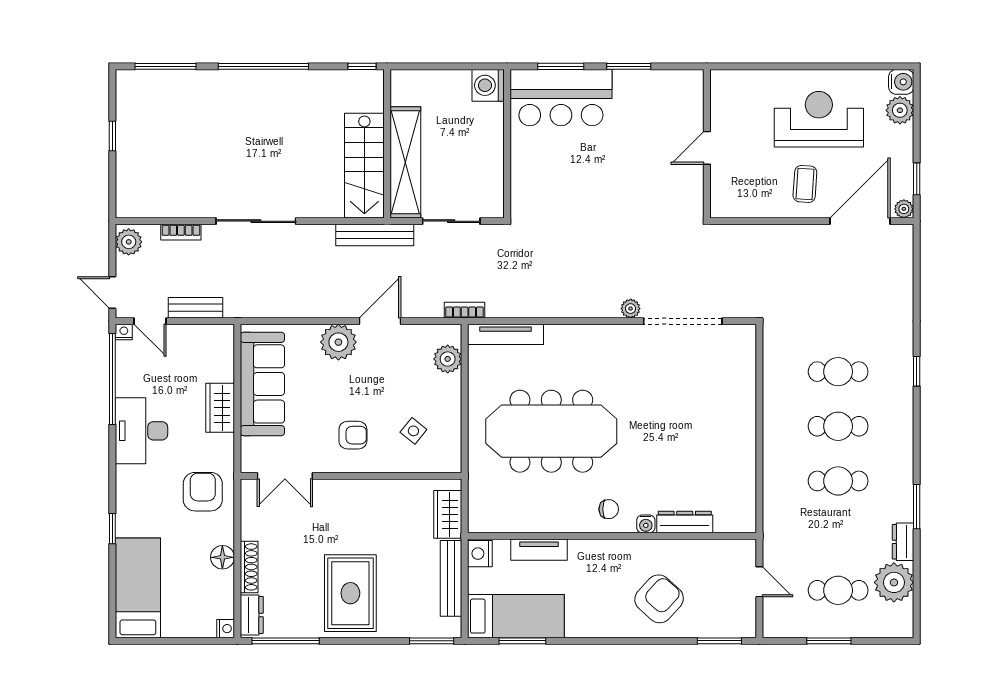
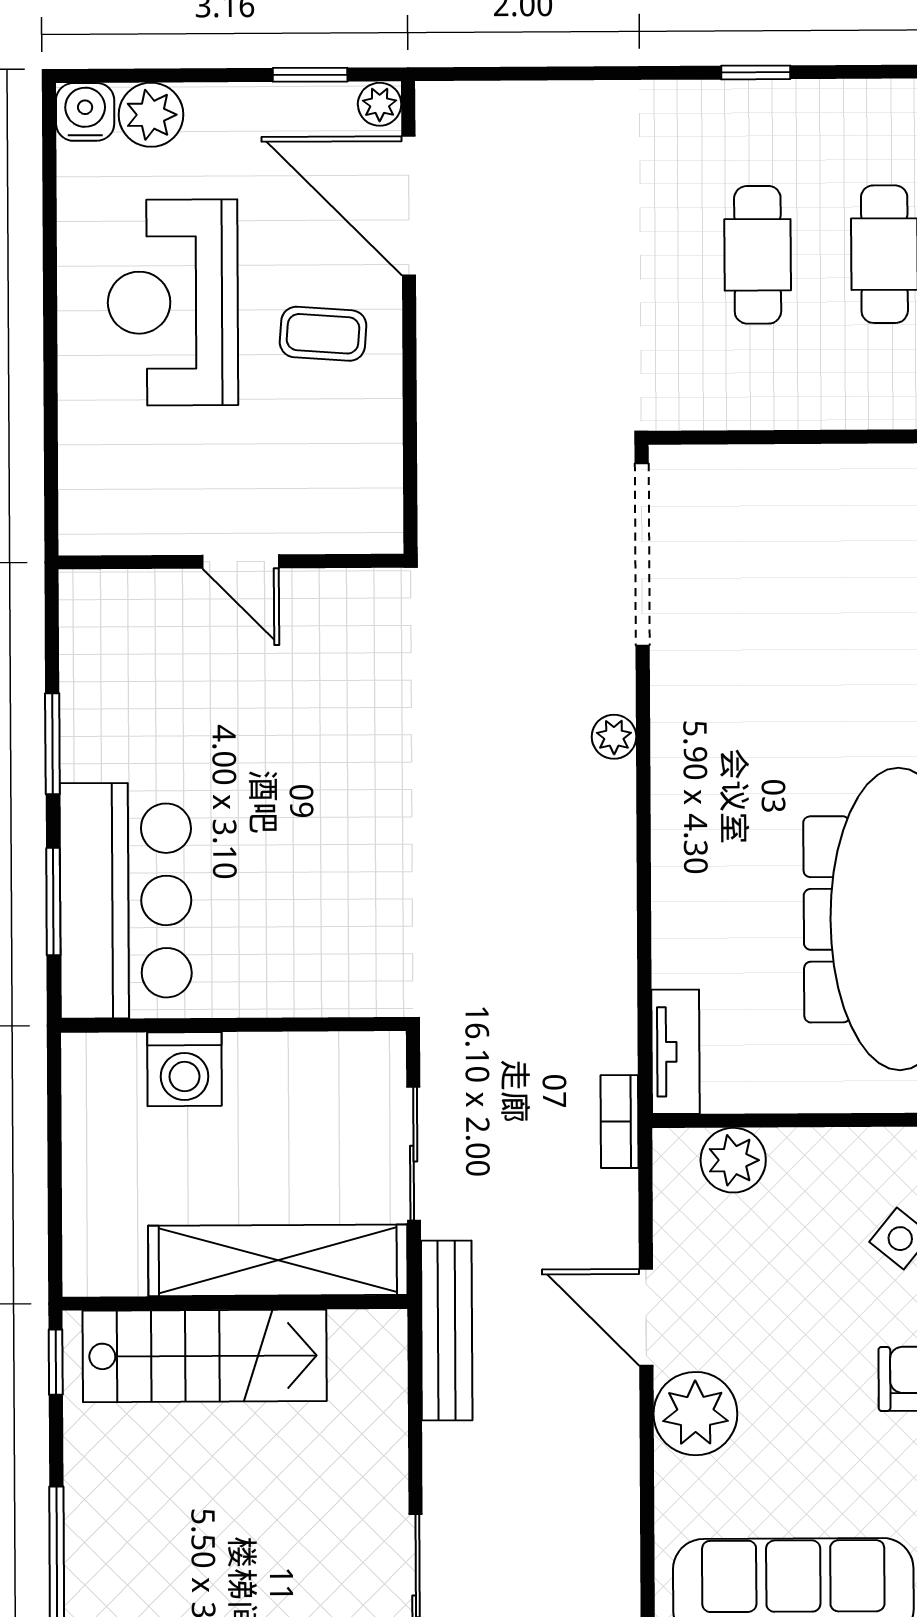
washing machine: (488, 85) -> (184, 1069), moved
stairs: (364, 166) -> (205, 1356), moved
doorway: (683, 321) -> (642, 554), moved
tv unit: (505, 334) -> (675, 1052), width x0.71

